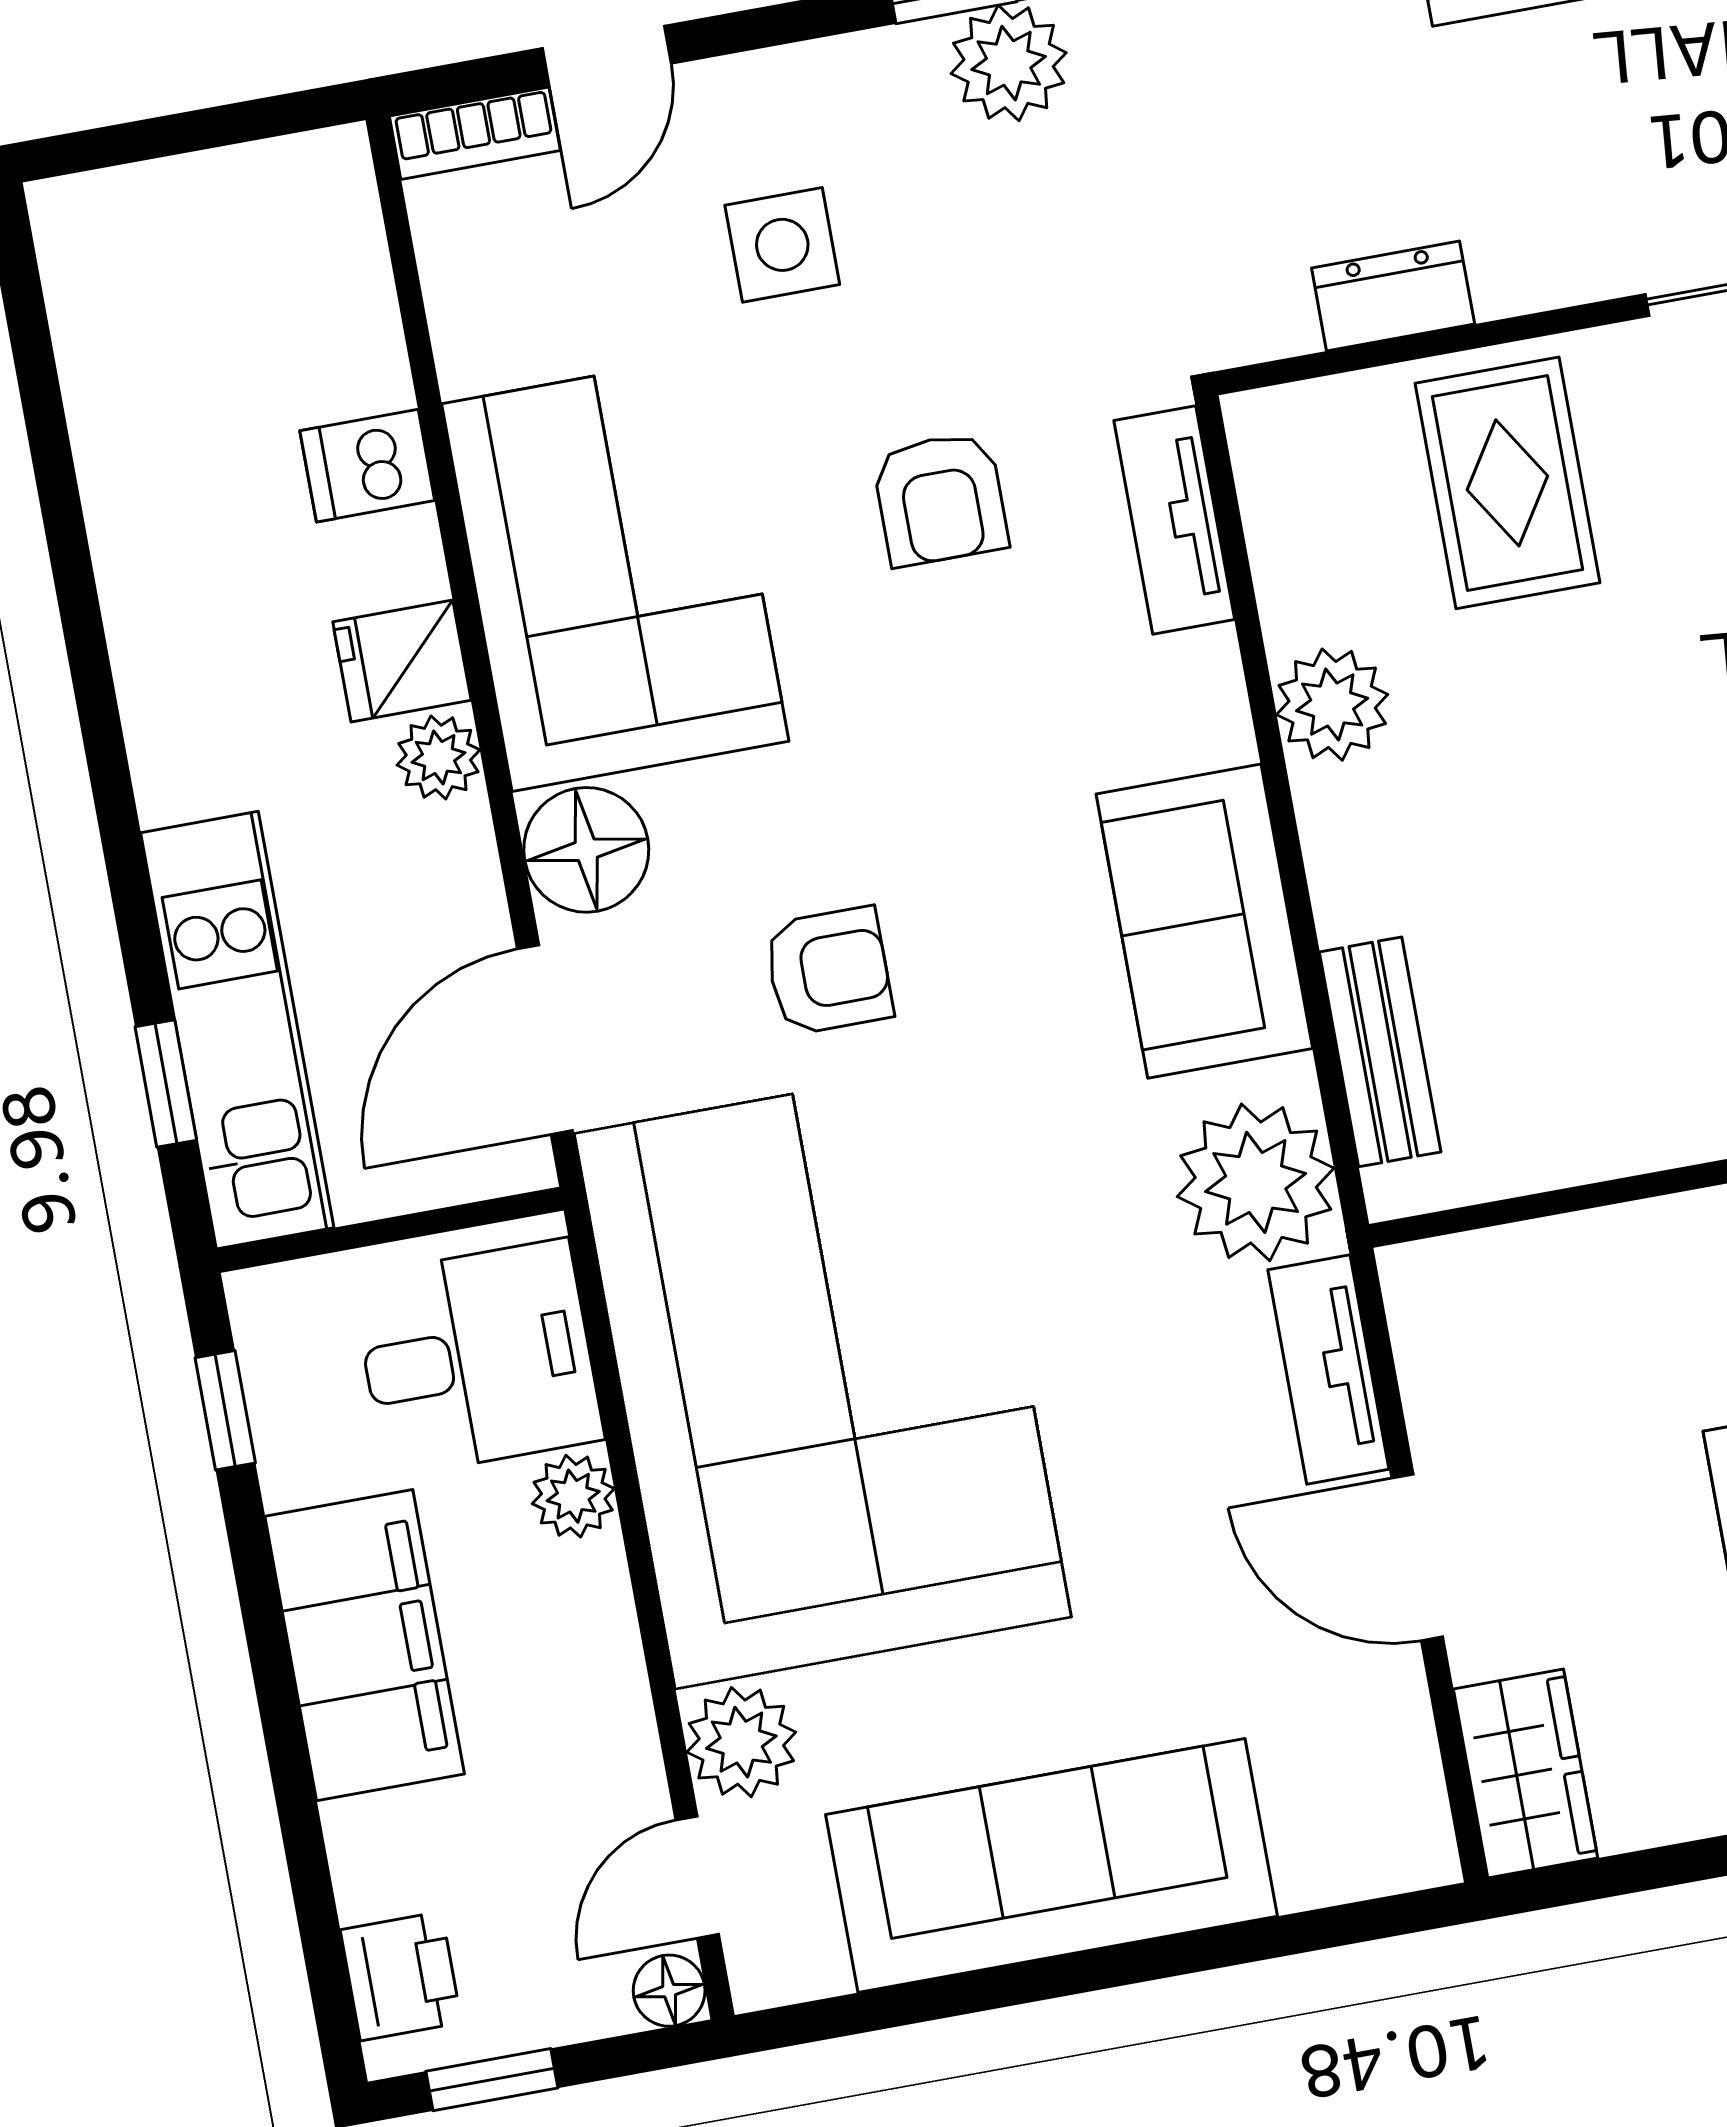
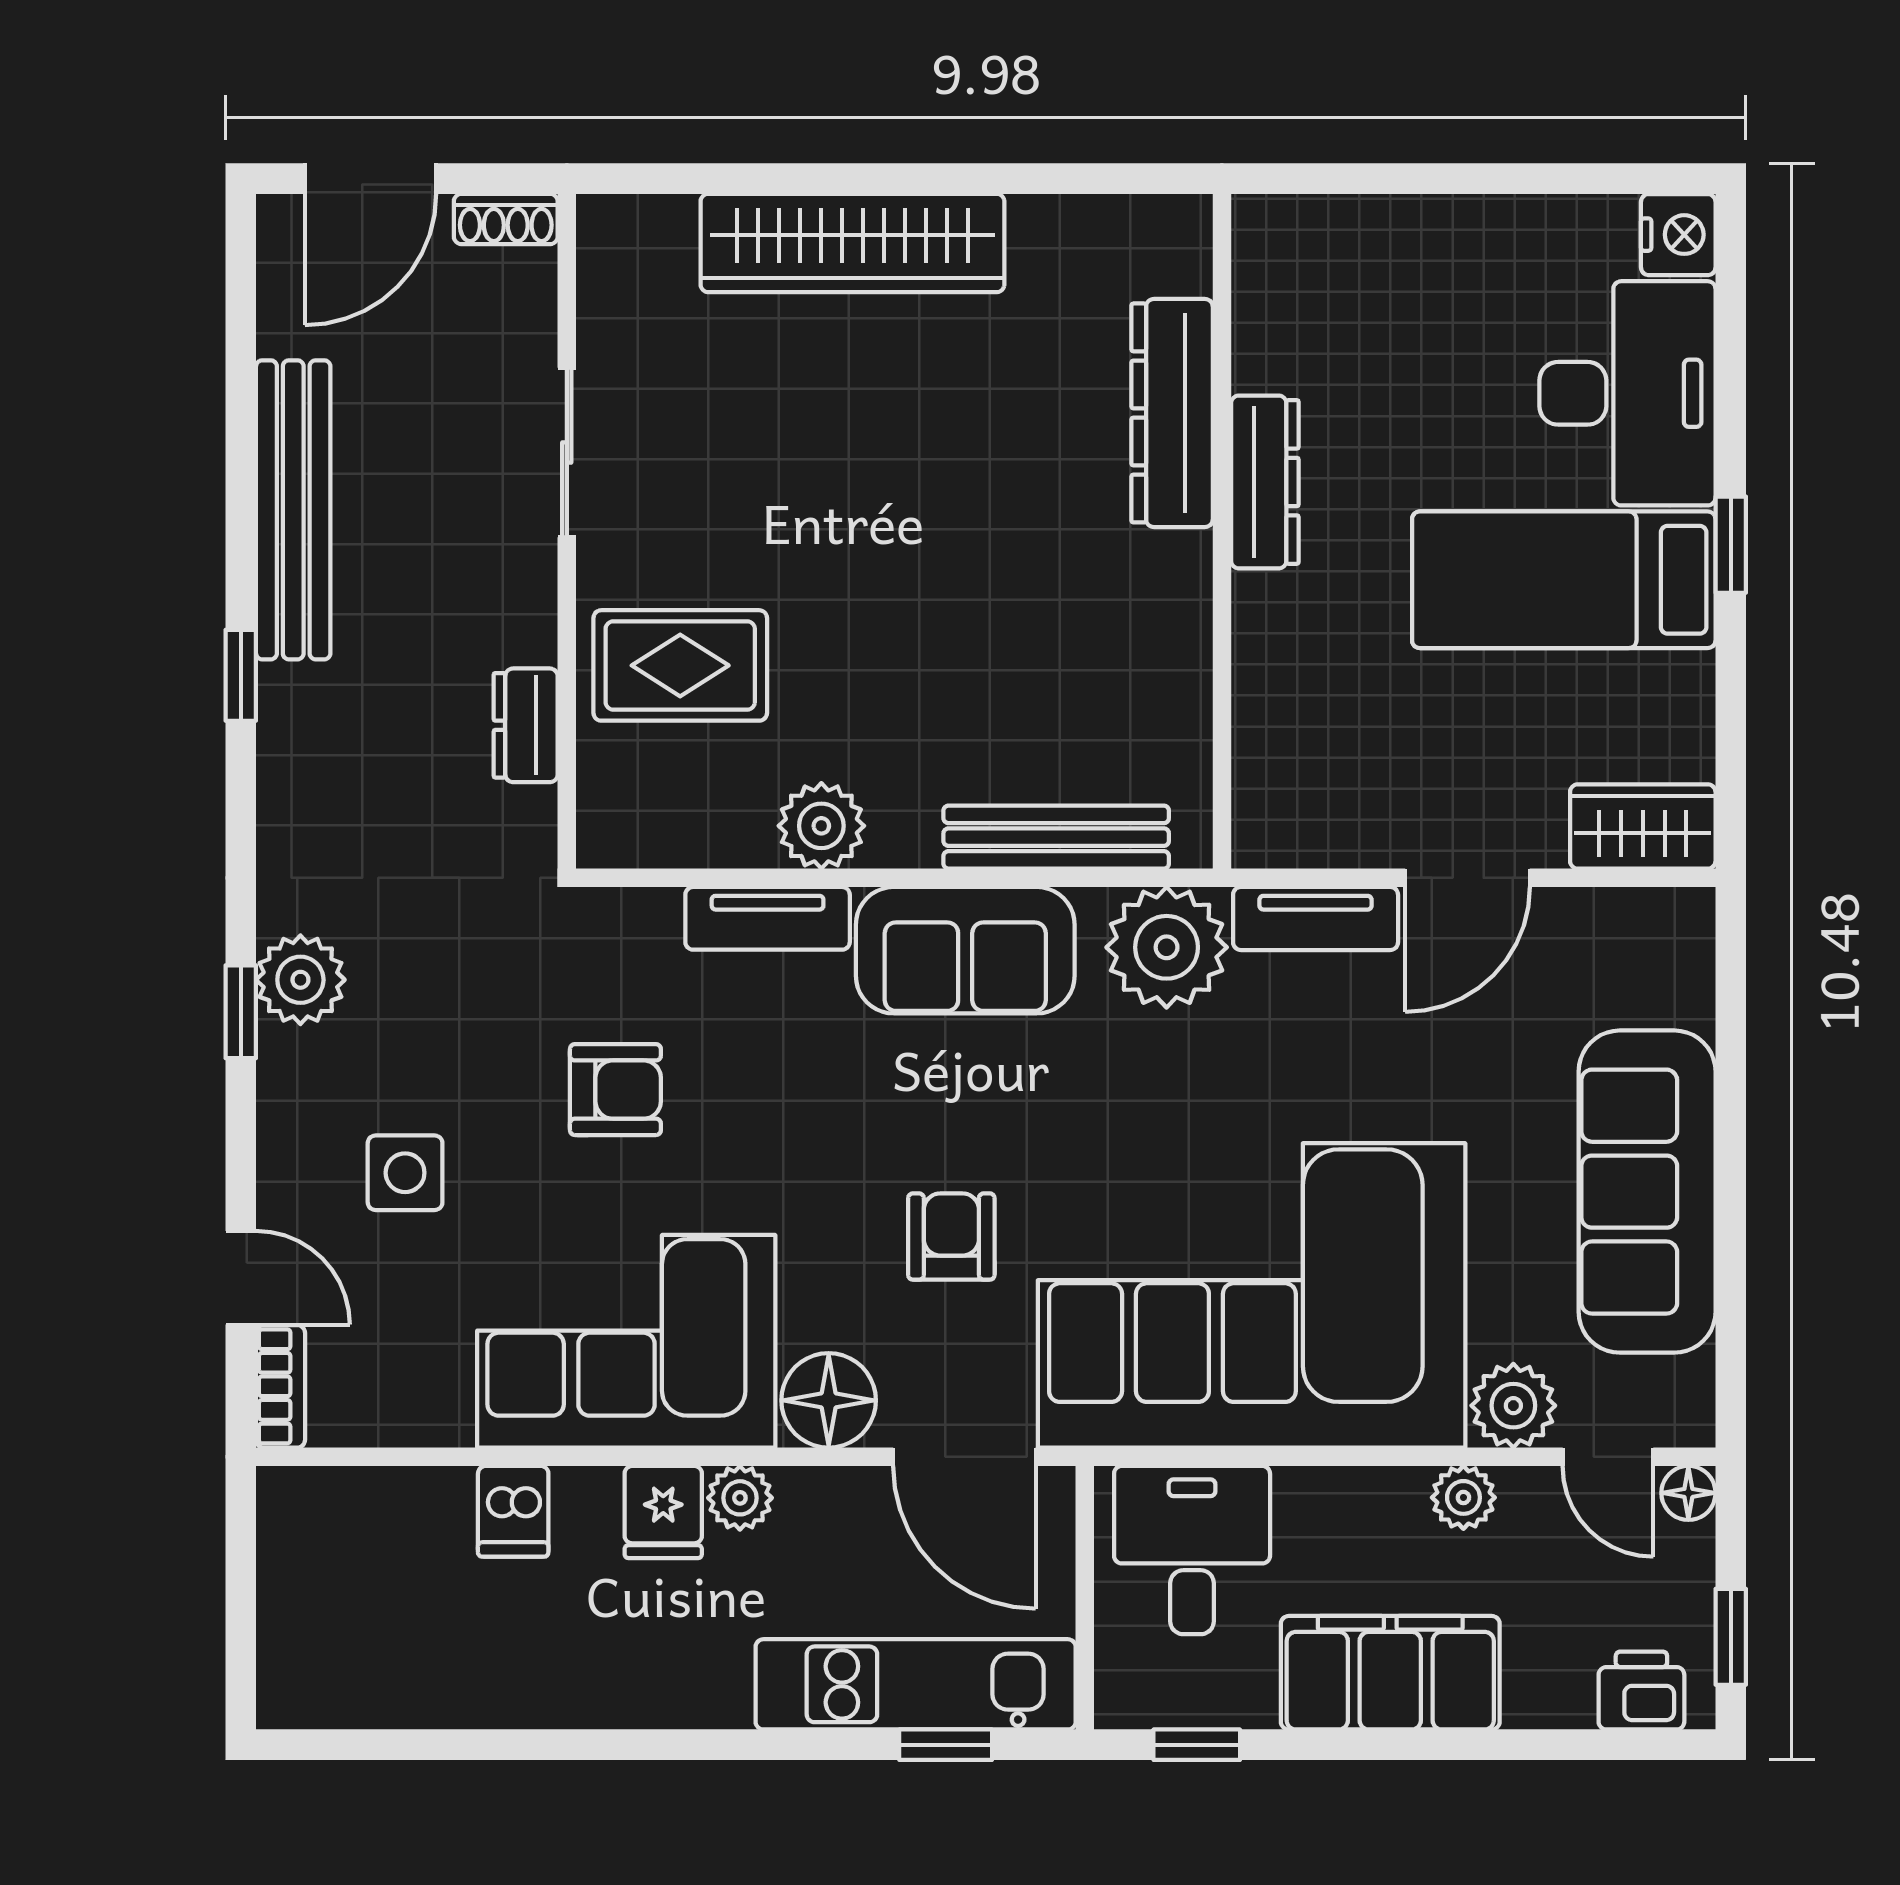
tv unit: (1174, 520) -> (768, 918), moved
bench: (1380, 1052) -> (1056, 837), width x1.36
plant: (573, 1496) -> (1463, 1497), moved

